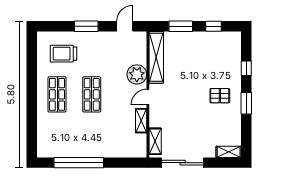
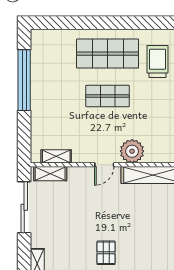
shop shelf: (57, 94) -> (108, 54), width x1.43, depth x1.36
door: (148, 97) -> (104, 165), swing flipped
shelving: (141, 121) -> (56, 156), moved

